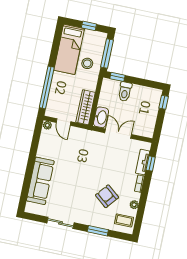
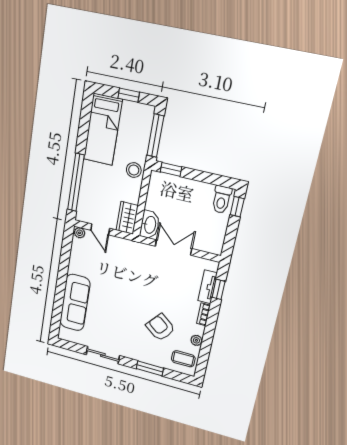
stool: (87, 63) -> (134, 170), moved
toilet: (125, 92) -> (222, 200), moved
wardrobe: (86, 107) -> (127, 218), width x0.67

